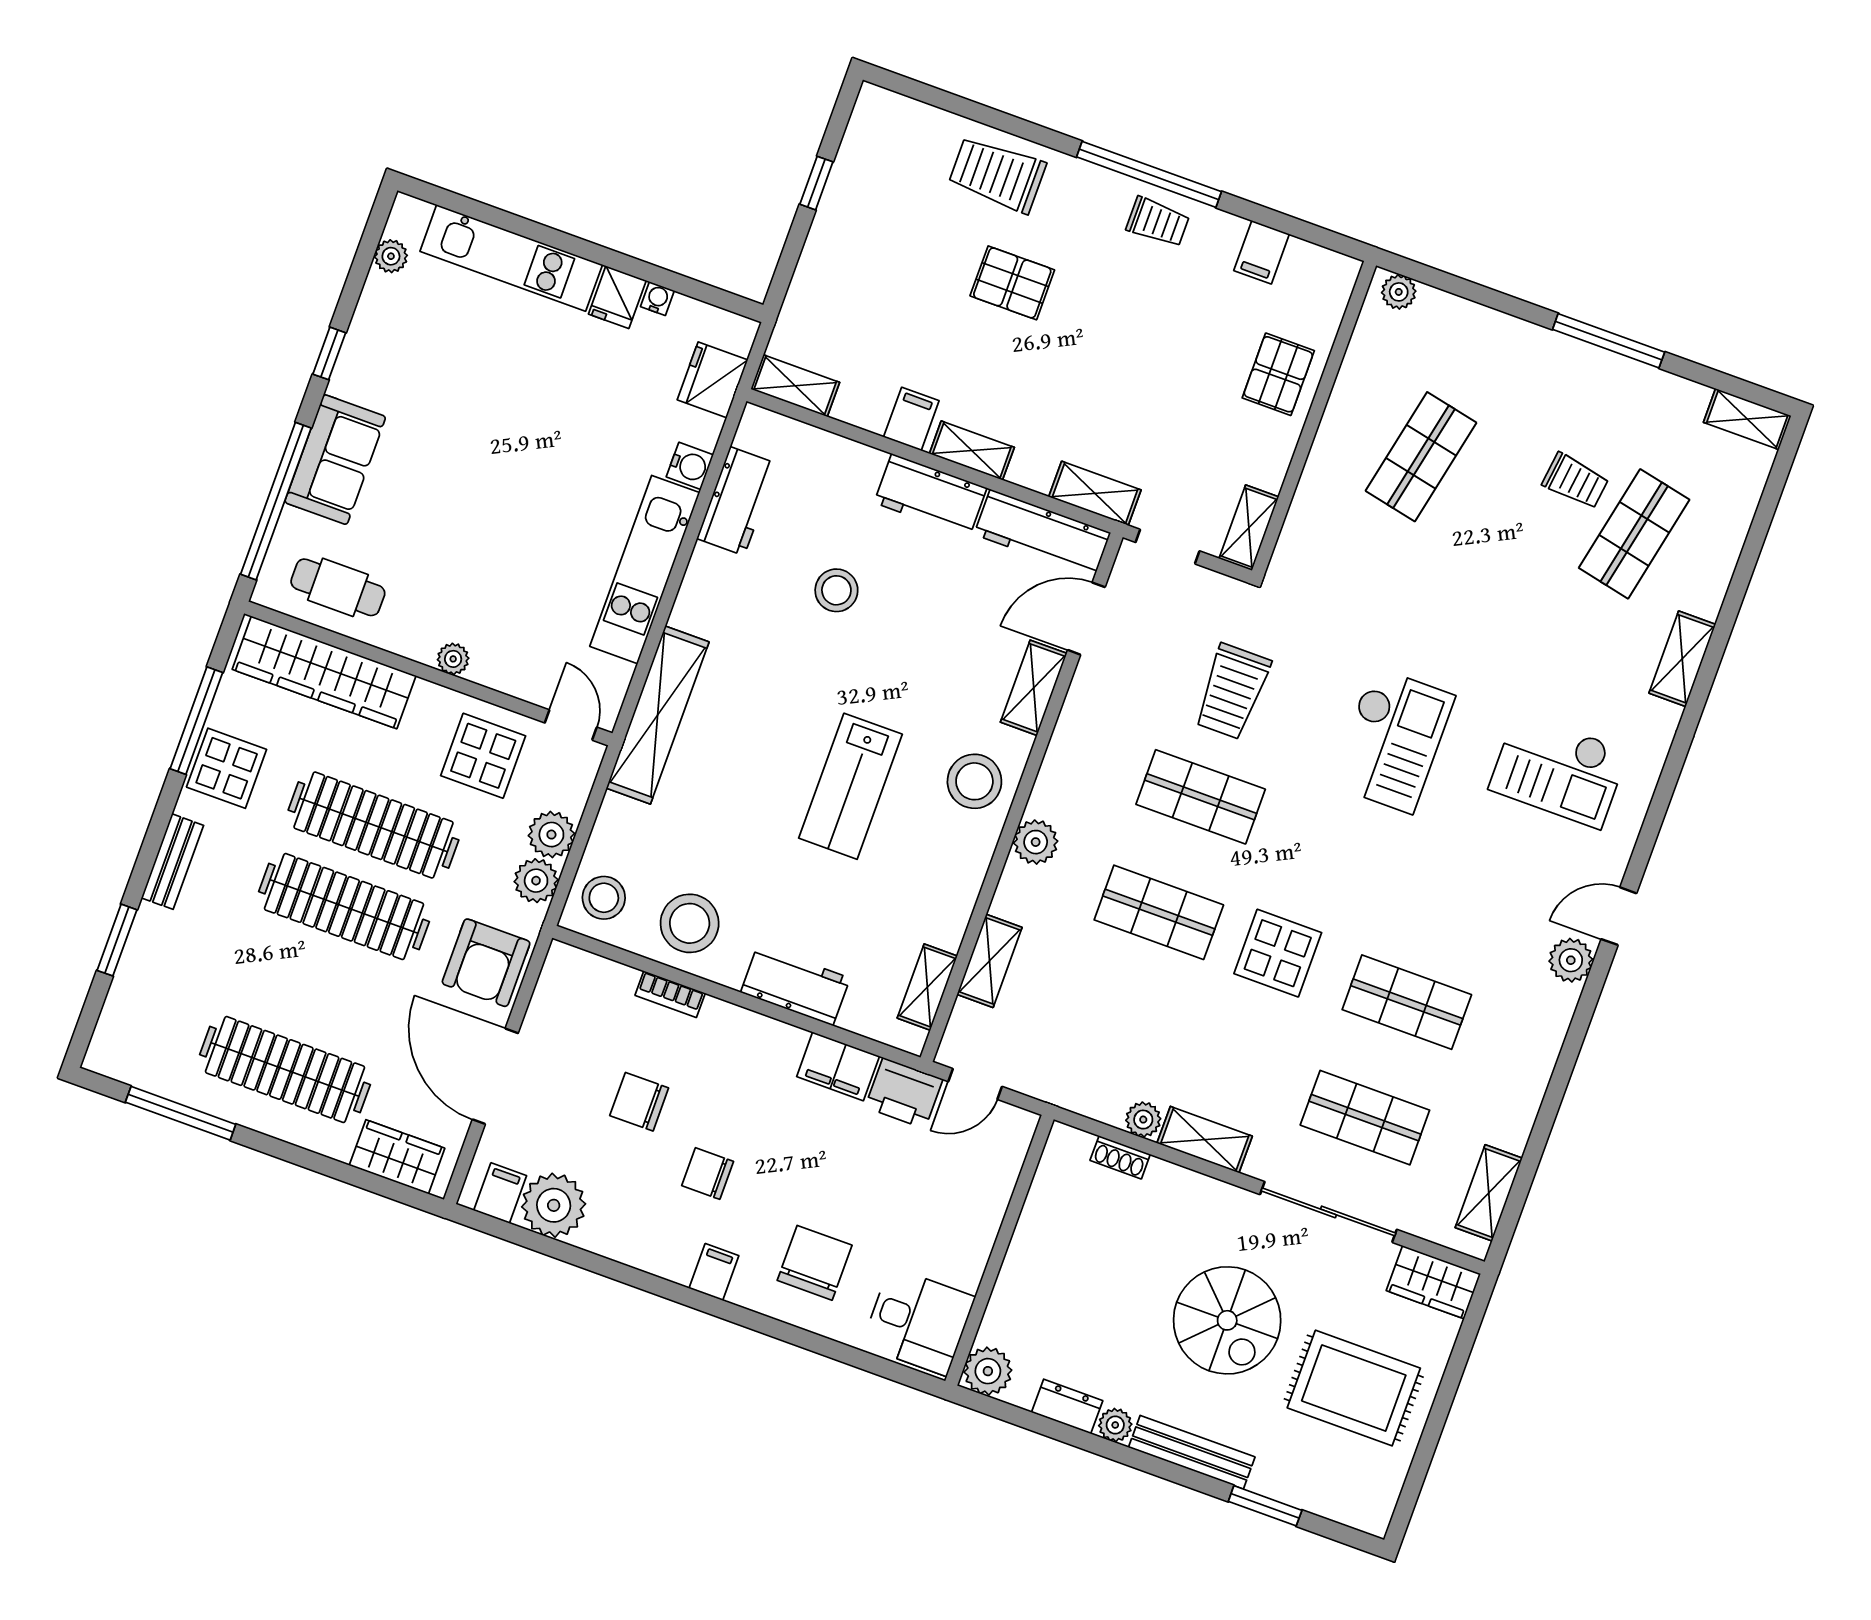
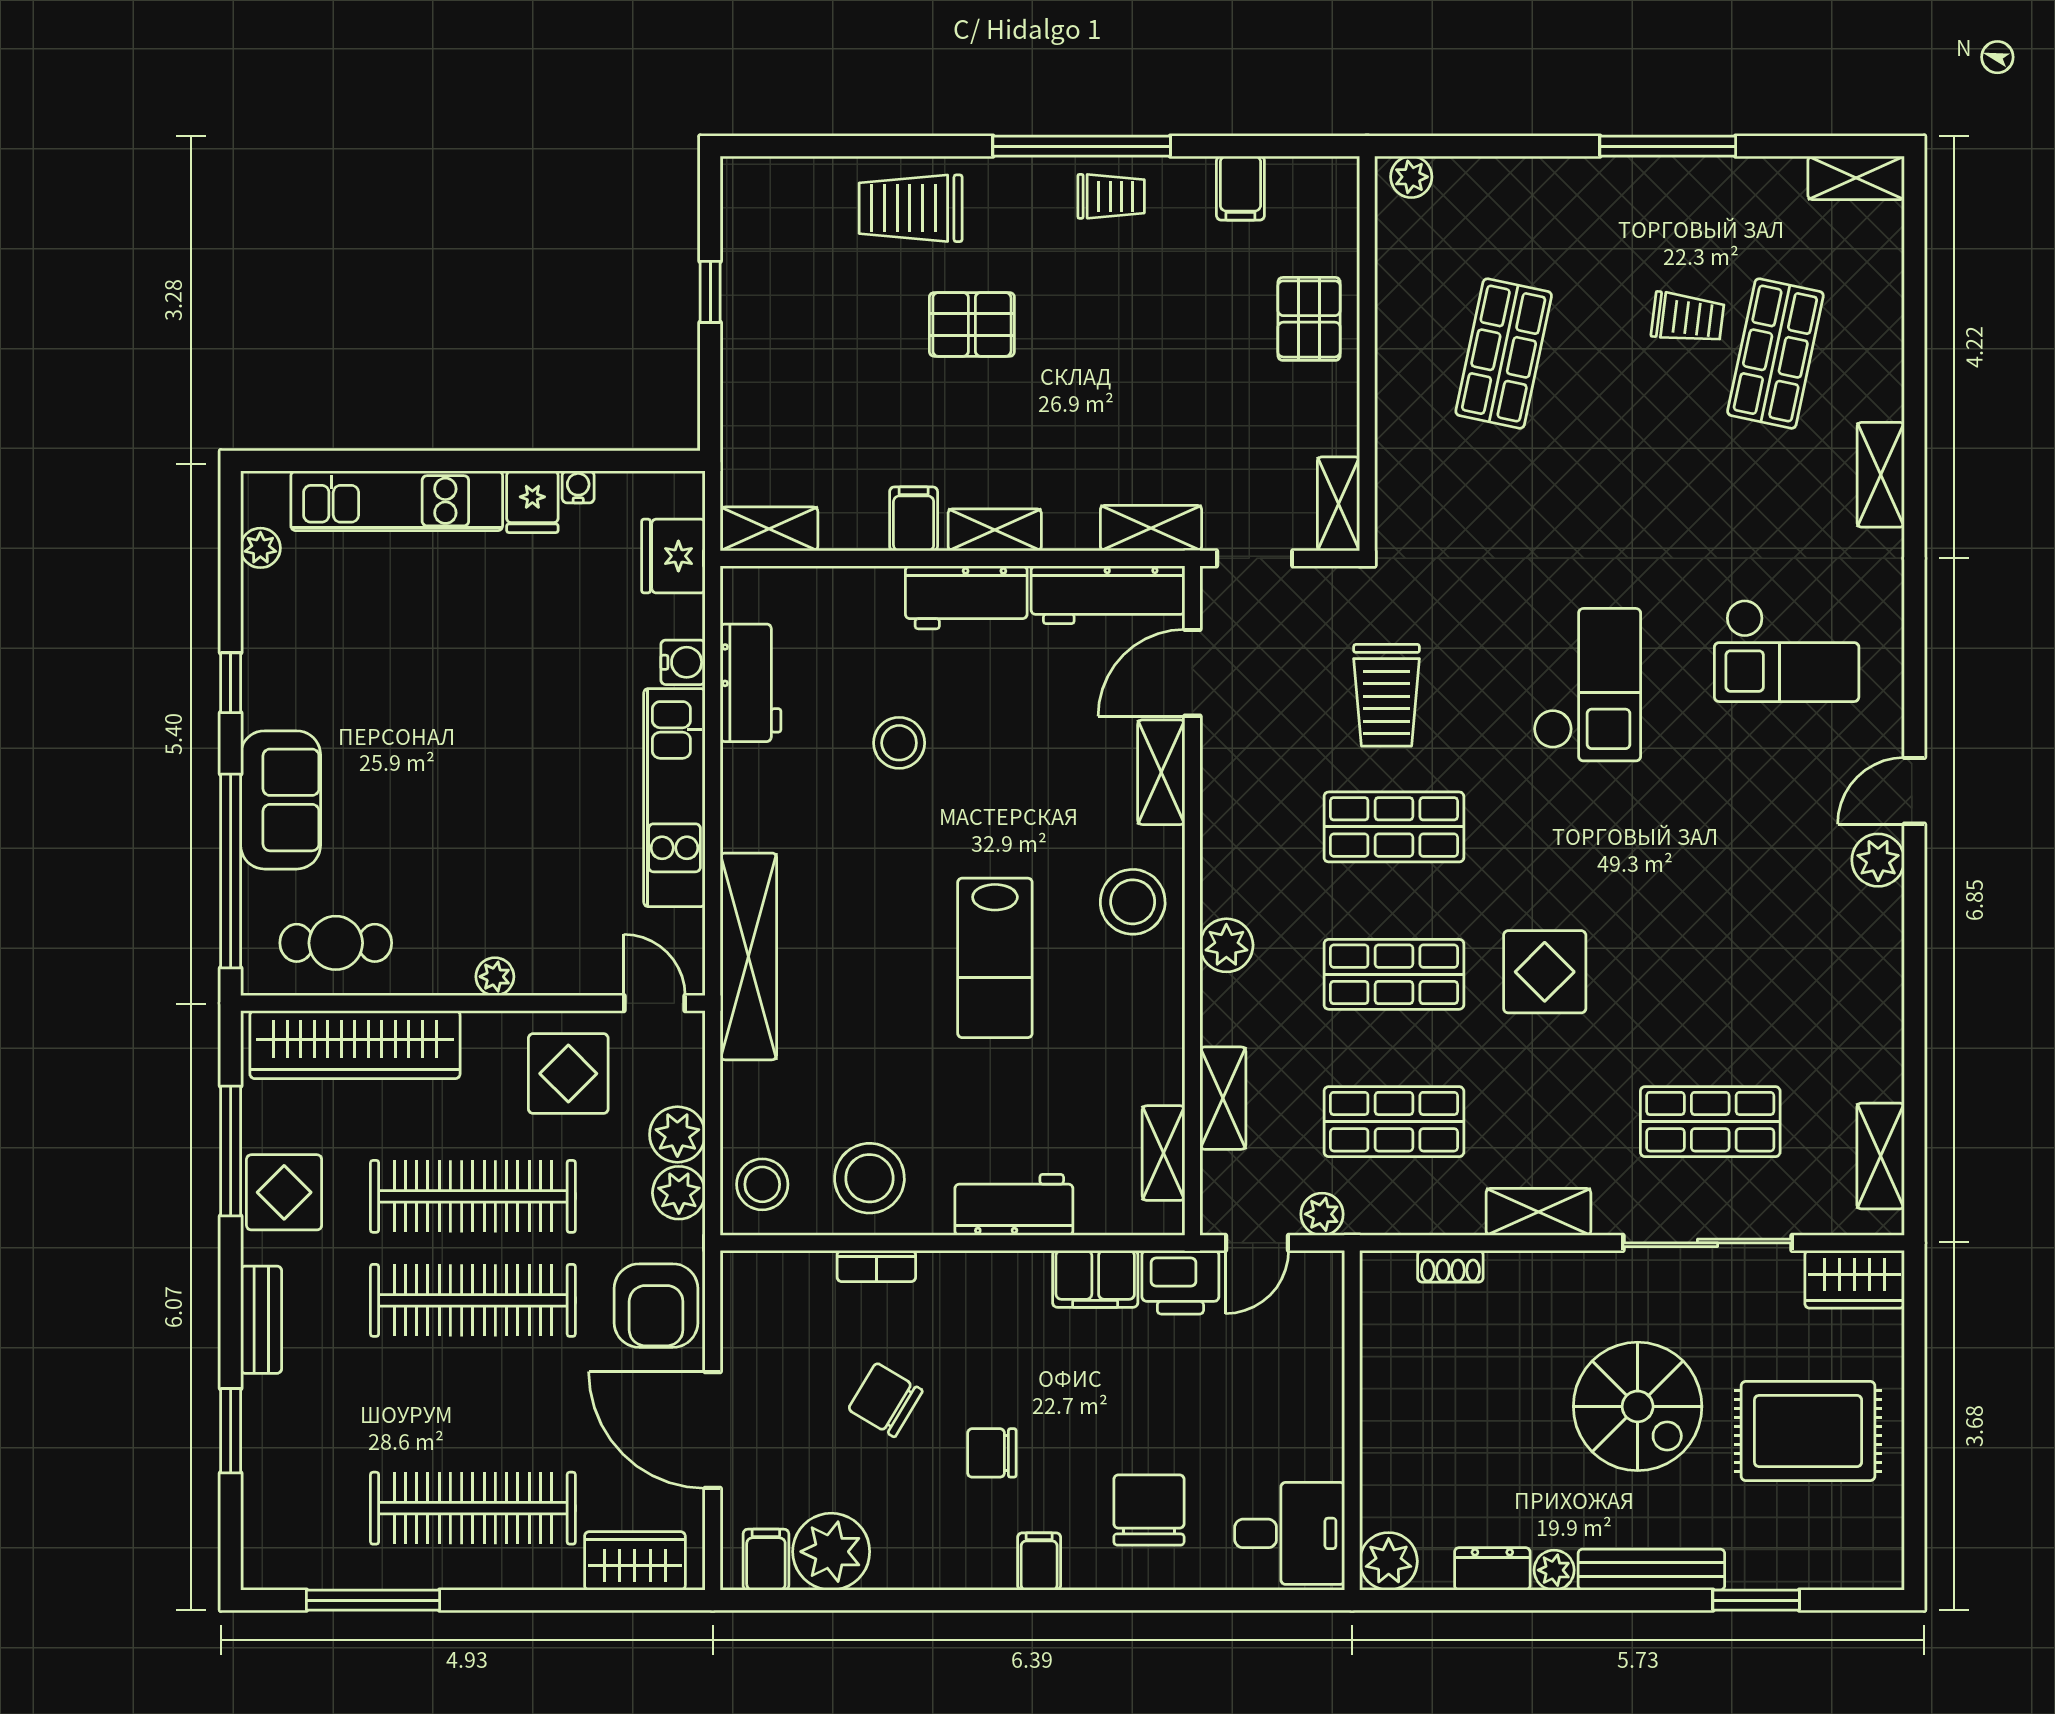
shop shelf: (1407, 1002) -> (1394, 1122), moved
chair: (639, 1102) -> (885, 1400), turned 31
plant: (1143, 1120) -> (1322, 1214), moved

